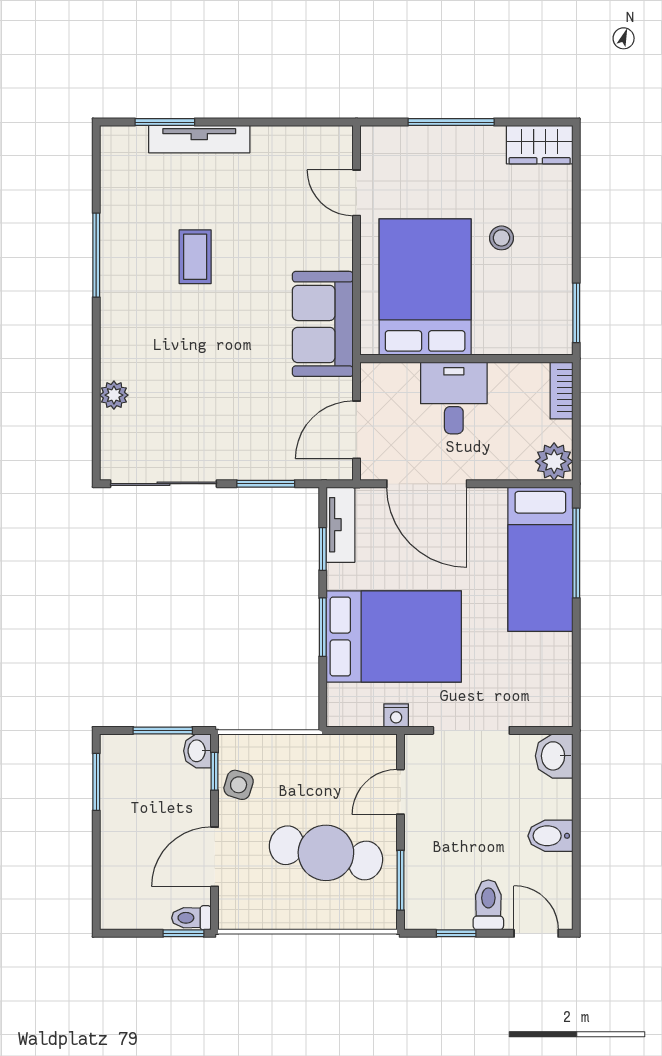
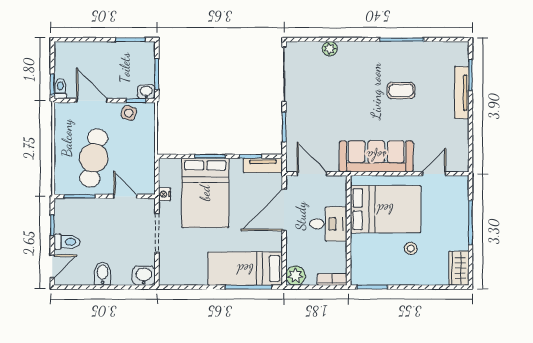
sofa: (323, 324) -> (376, 156), width x1.36

